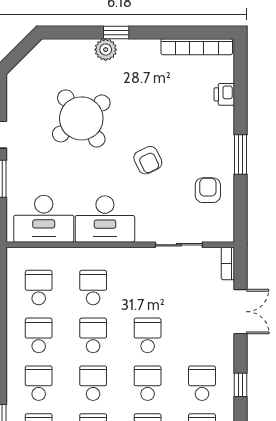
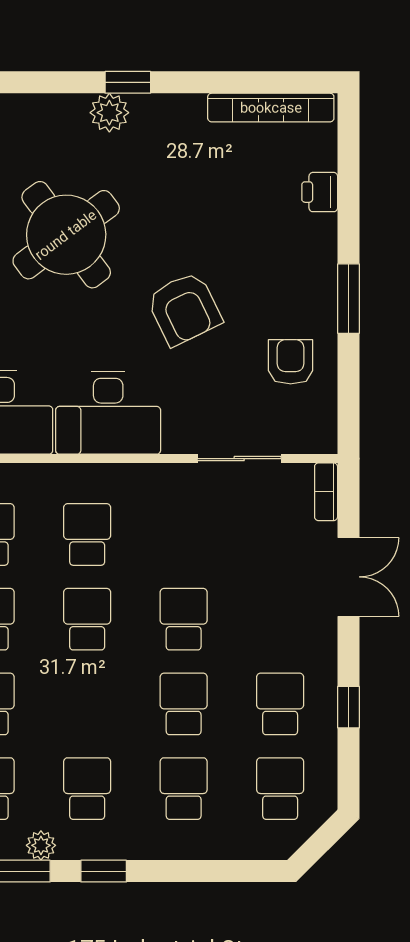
armchair: (148, 160) -> (184, 309), width x1.38, depth x1.38
school desk: (93, 383) -> (87, 704), removed

